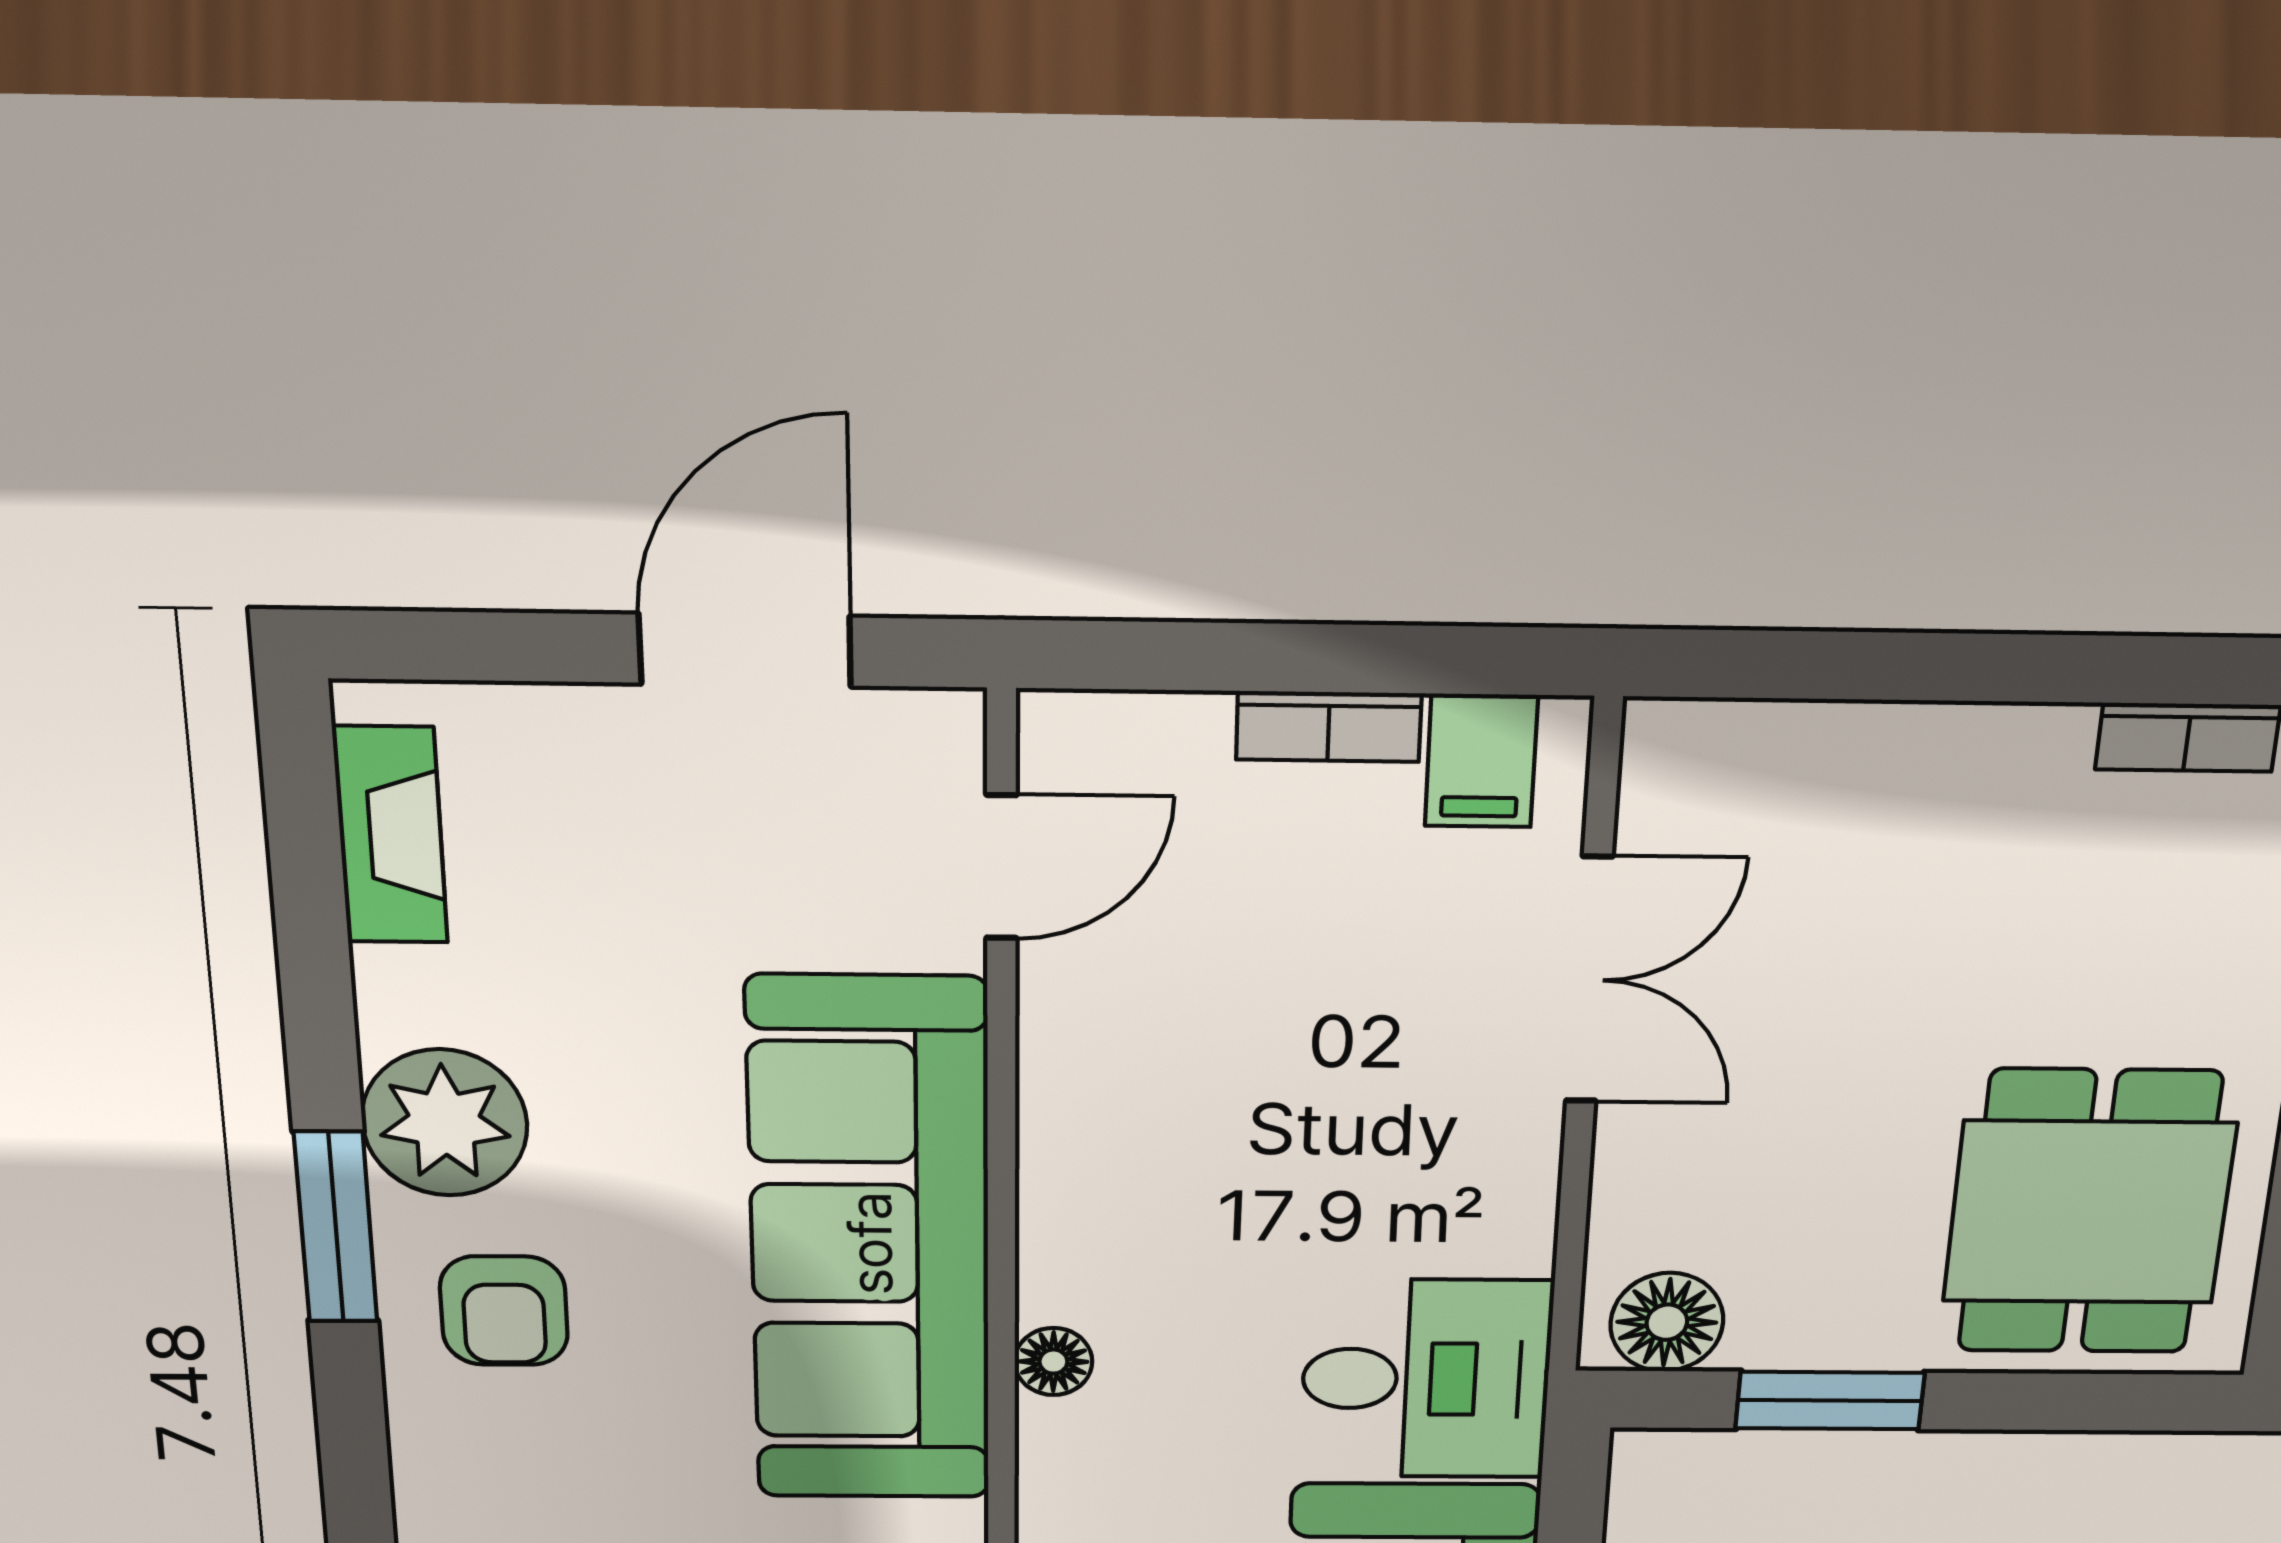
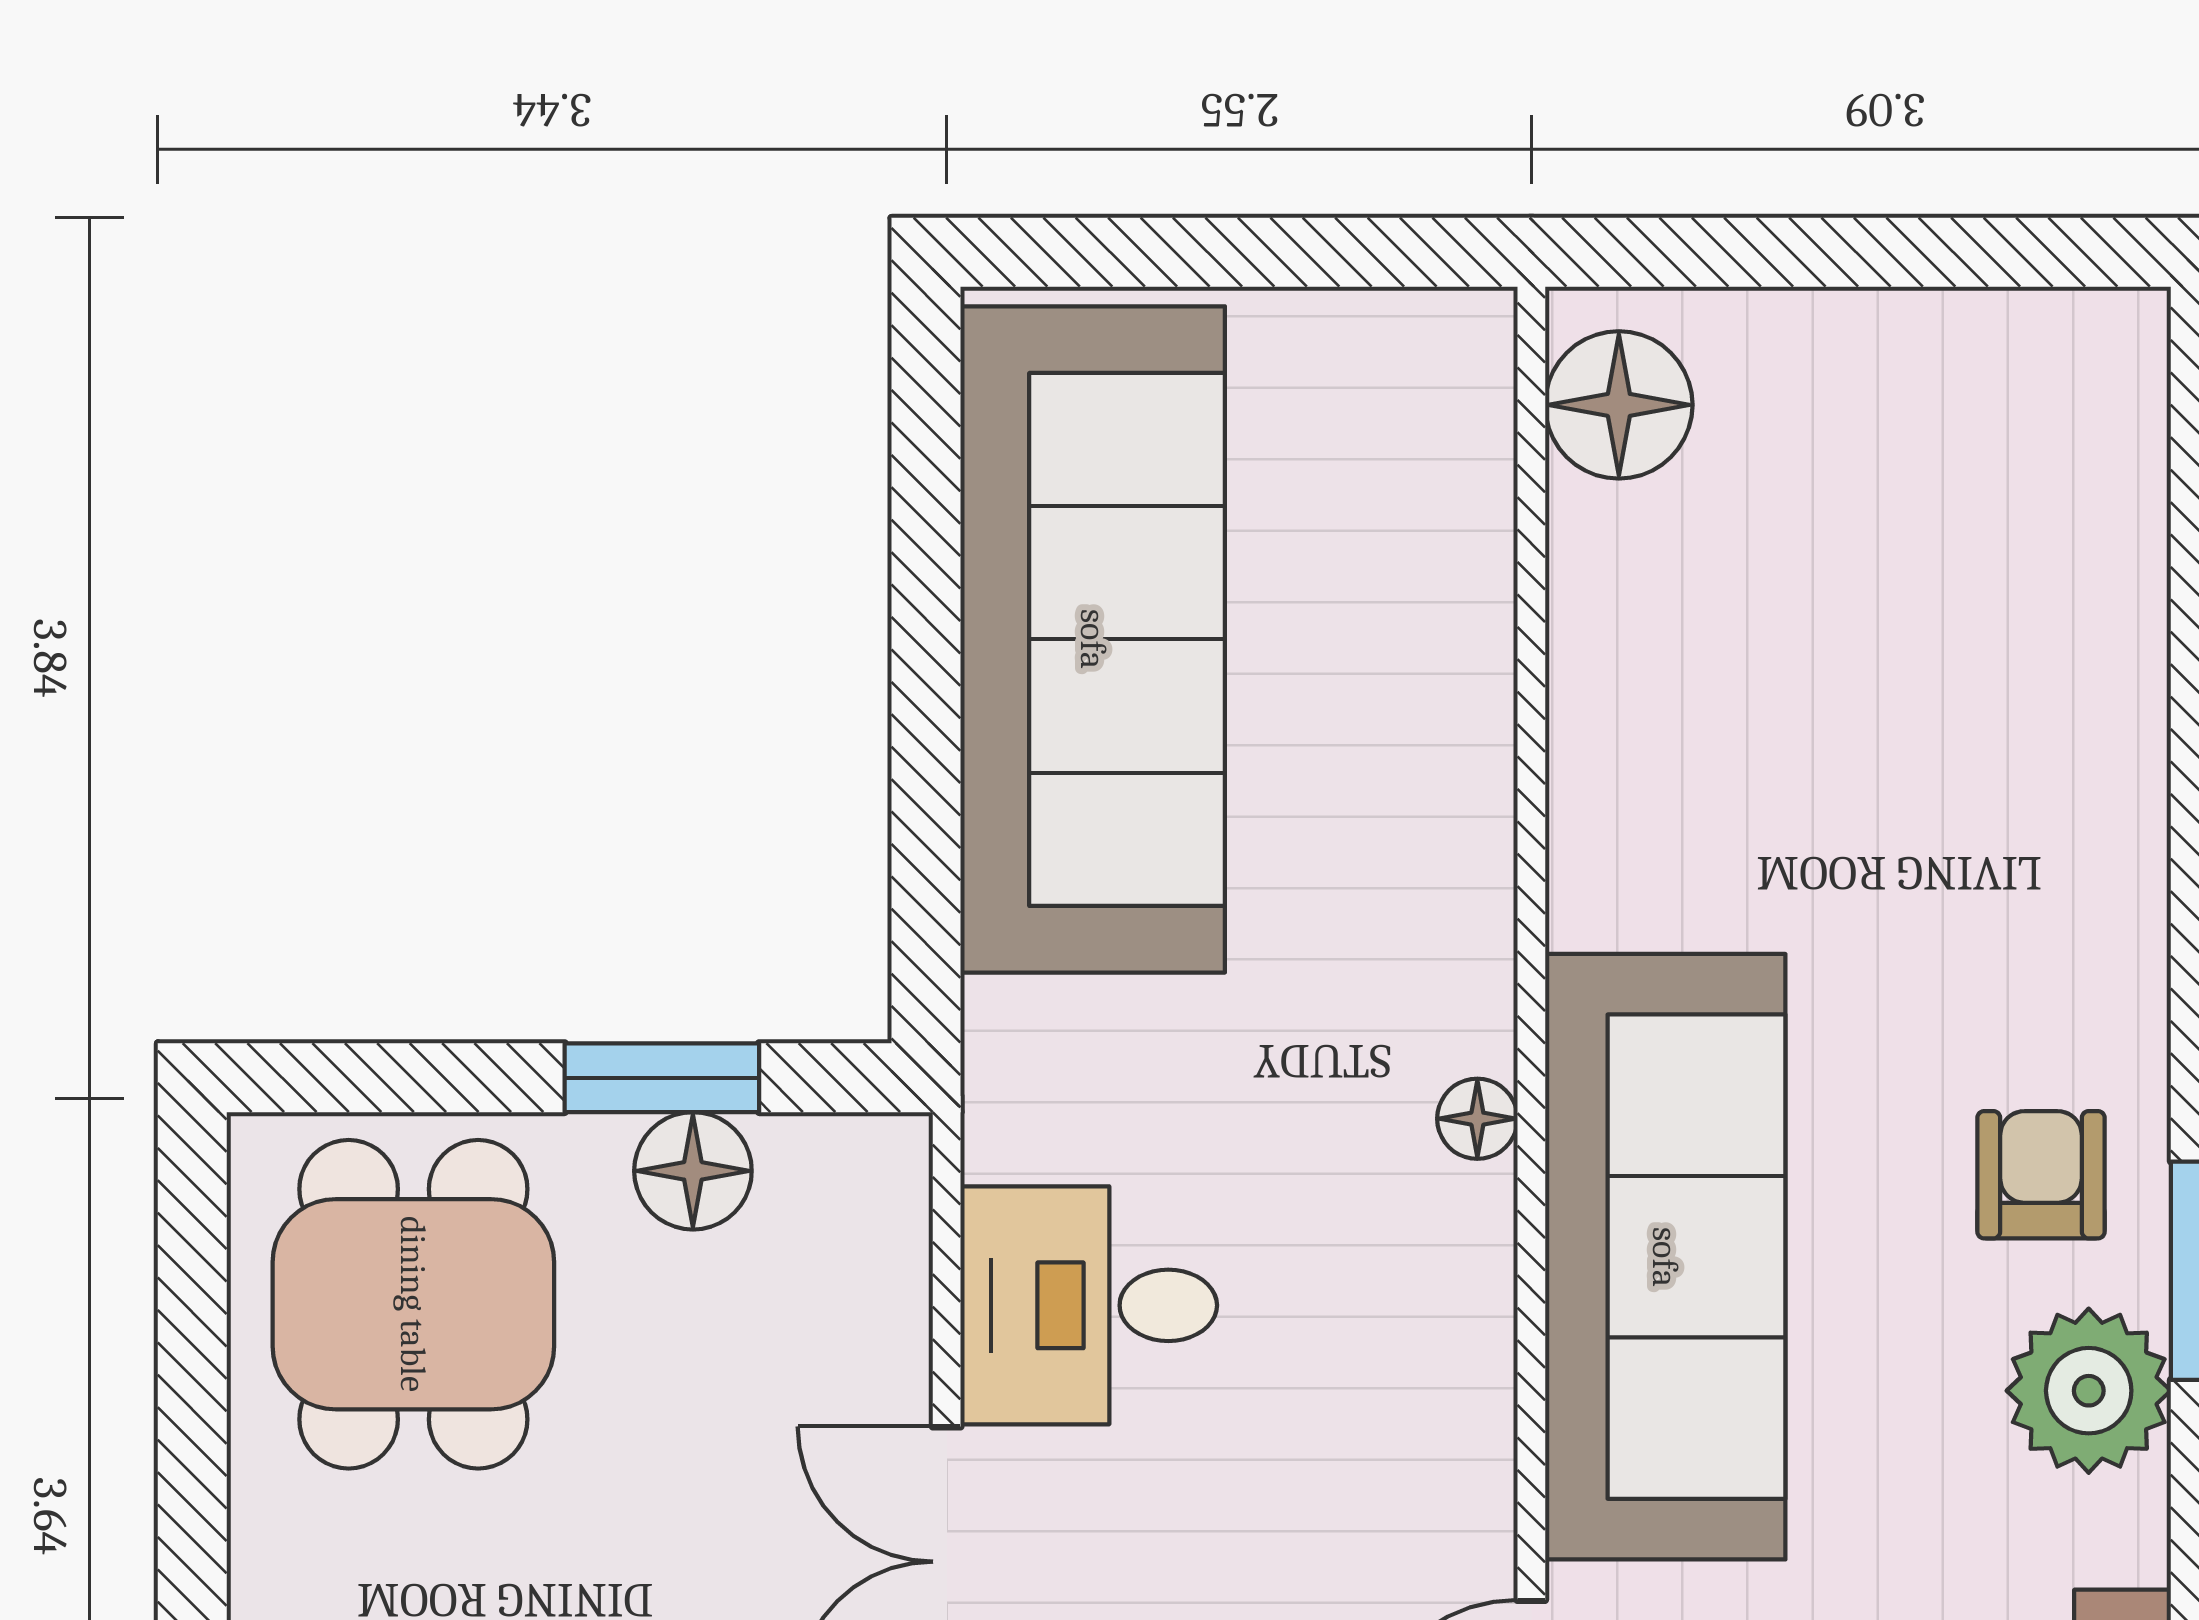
floor lamp: (1667, 1322) -> (693, 1171), moved
desk: (1426, 1379) -> (1089, 1305), moved

